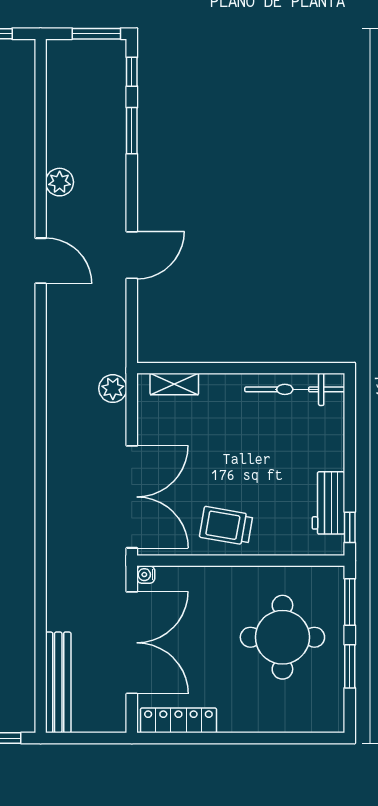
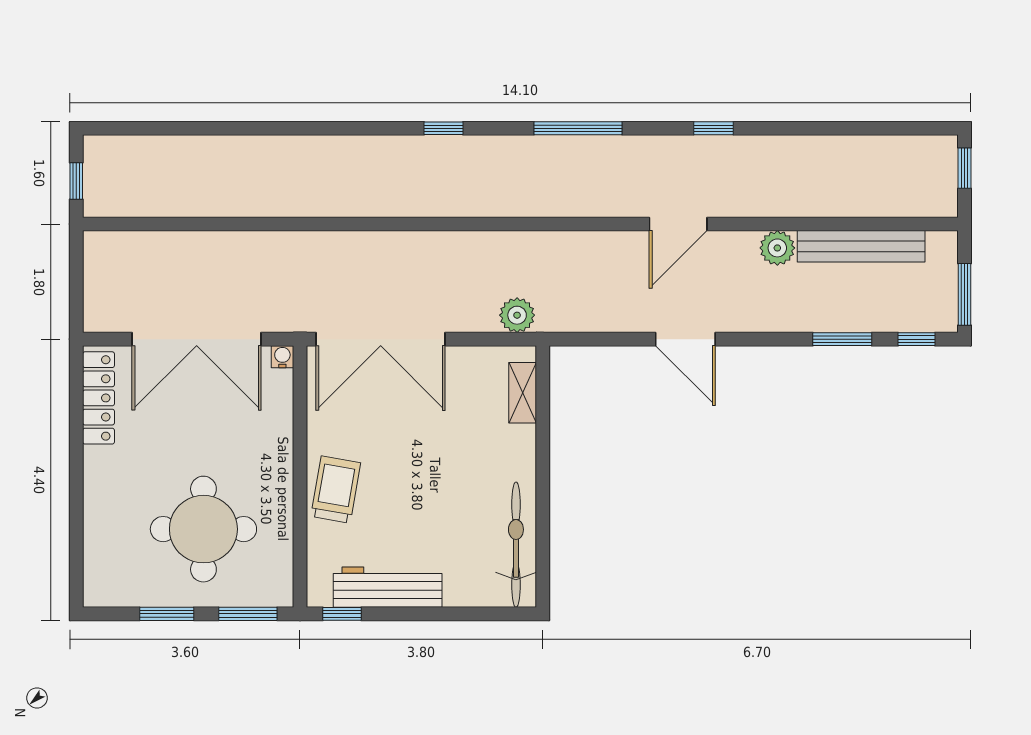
workbench: (328, 503) -> (388, 587), width x1.38
trolley: (226, 526) -> (336, 490), moved
bench: (58, 682) -> (861, 246), moved

